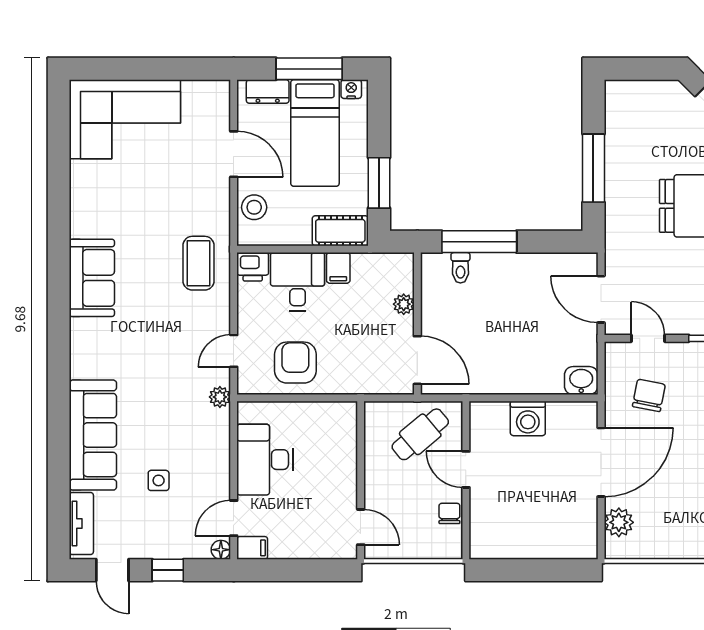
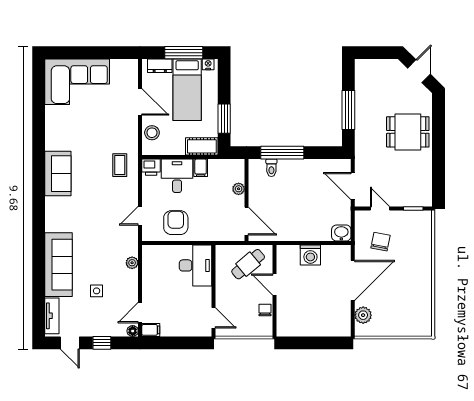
coffee table: (198, 263) -> (120, 165), width x0.73, depth x0.77
plant: (220, 397) -> (132, 263), moved
desk: (265, 460) -> (196, 265), moved, turned 180

